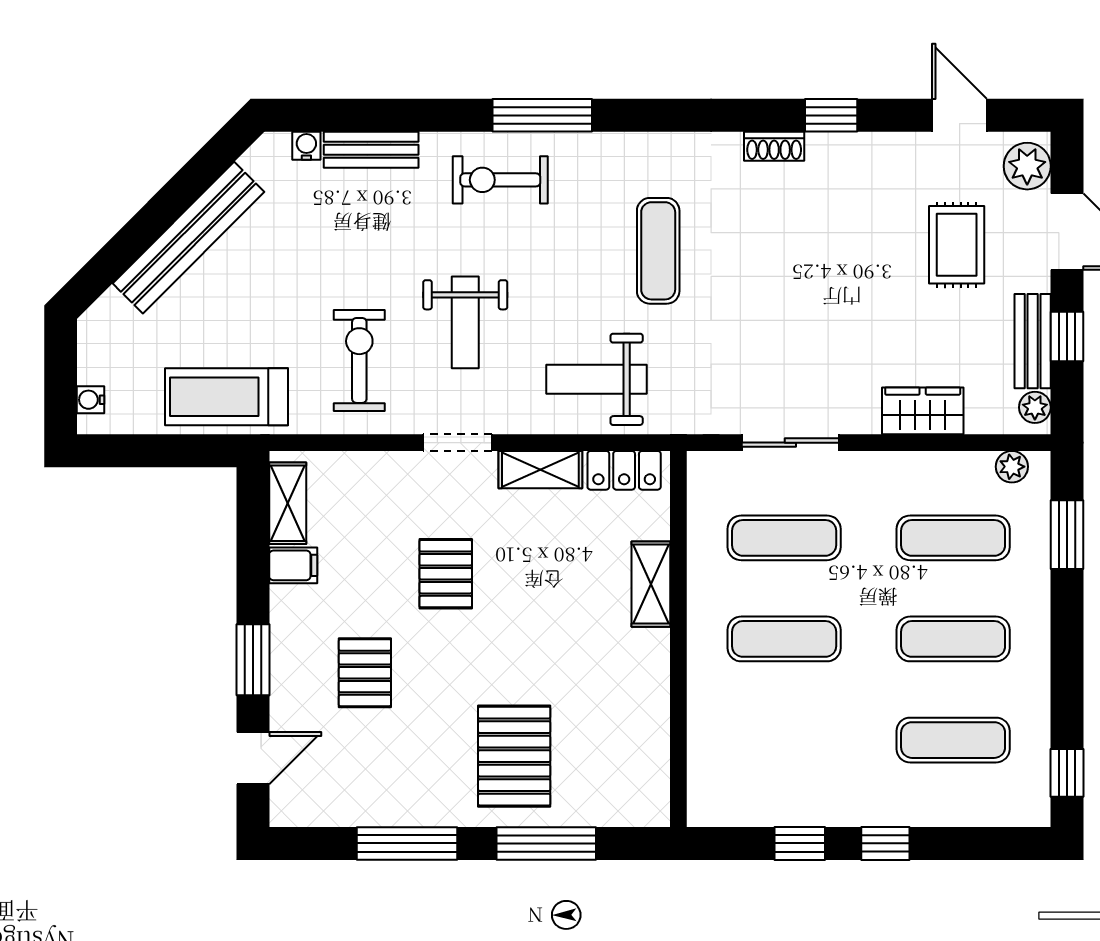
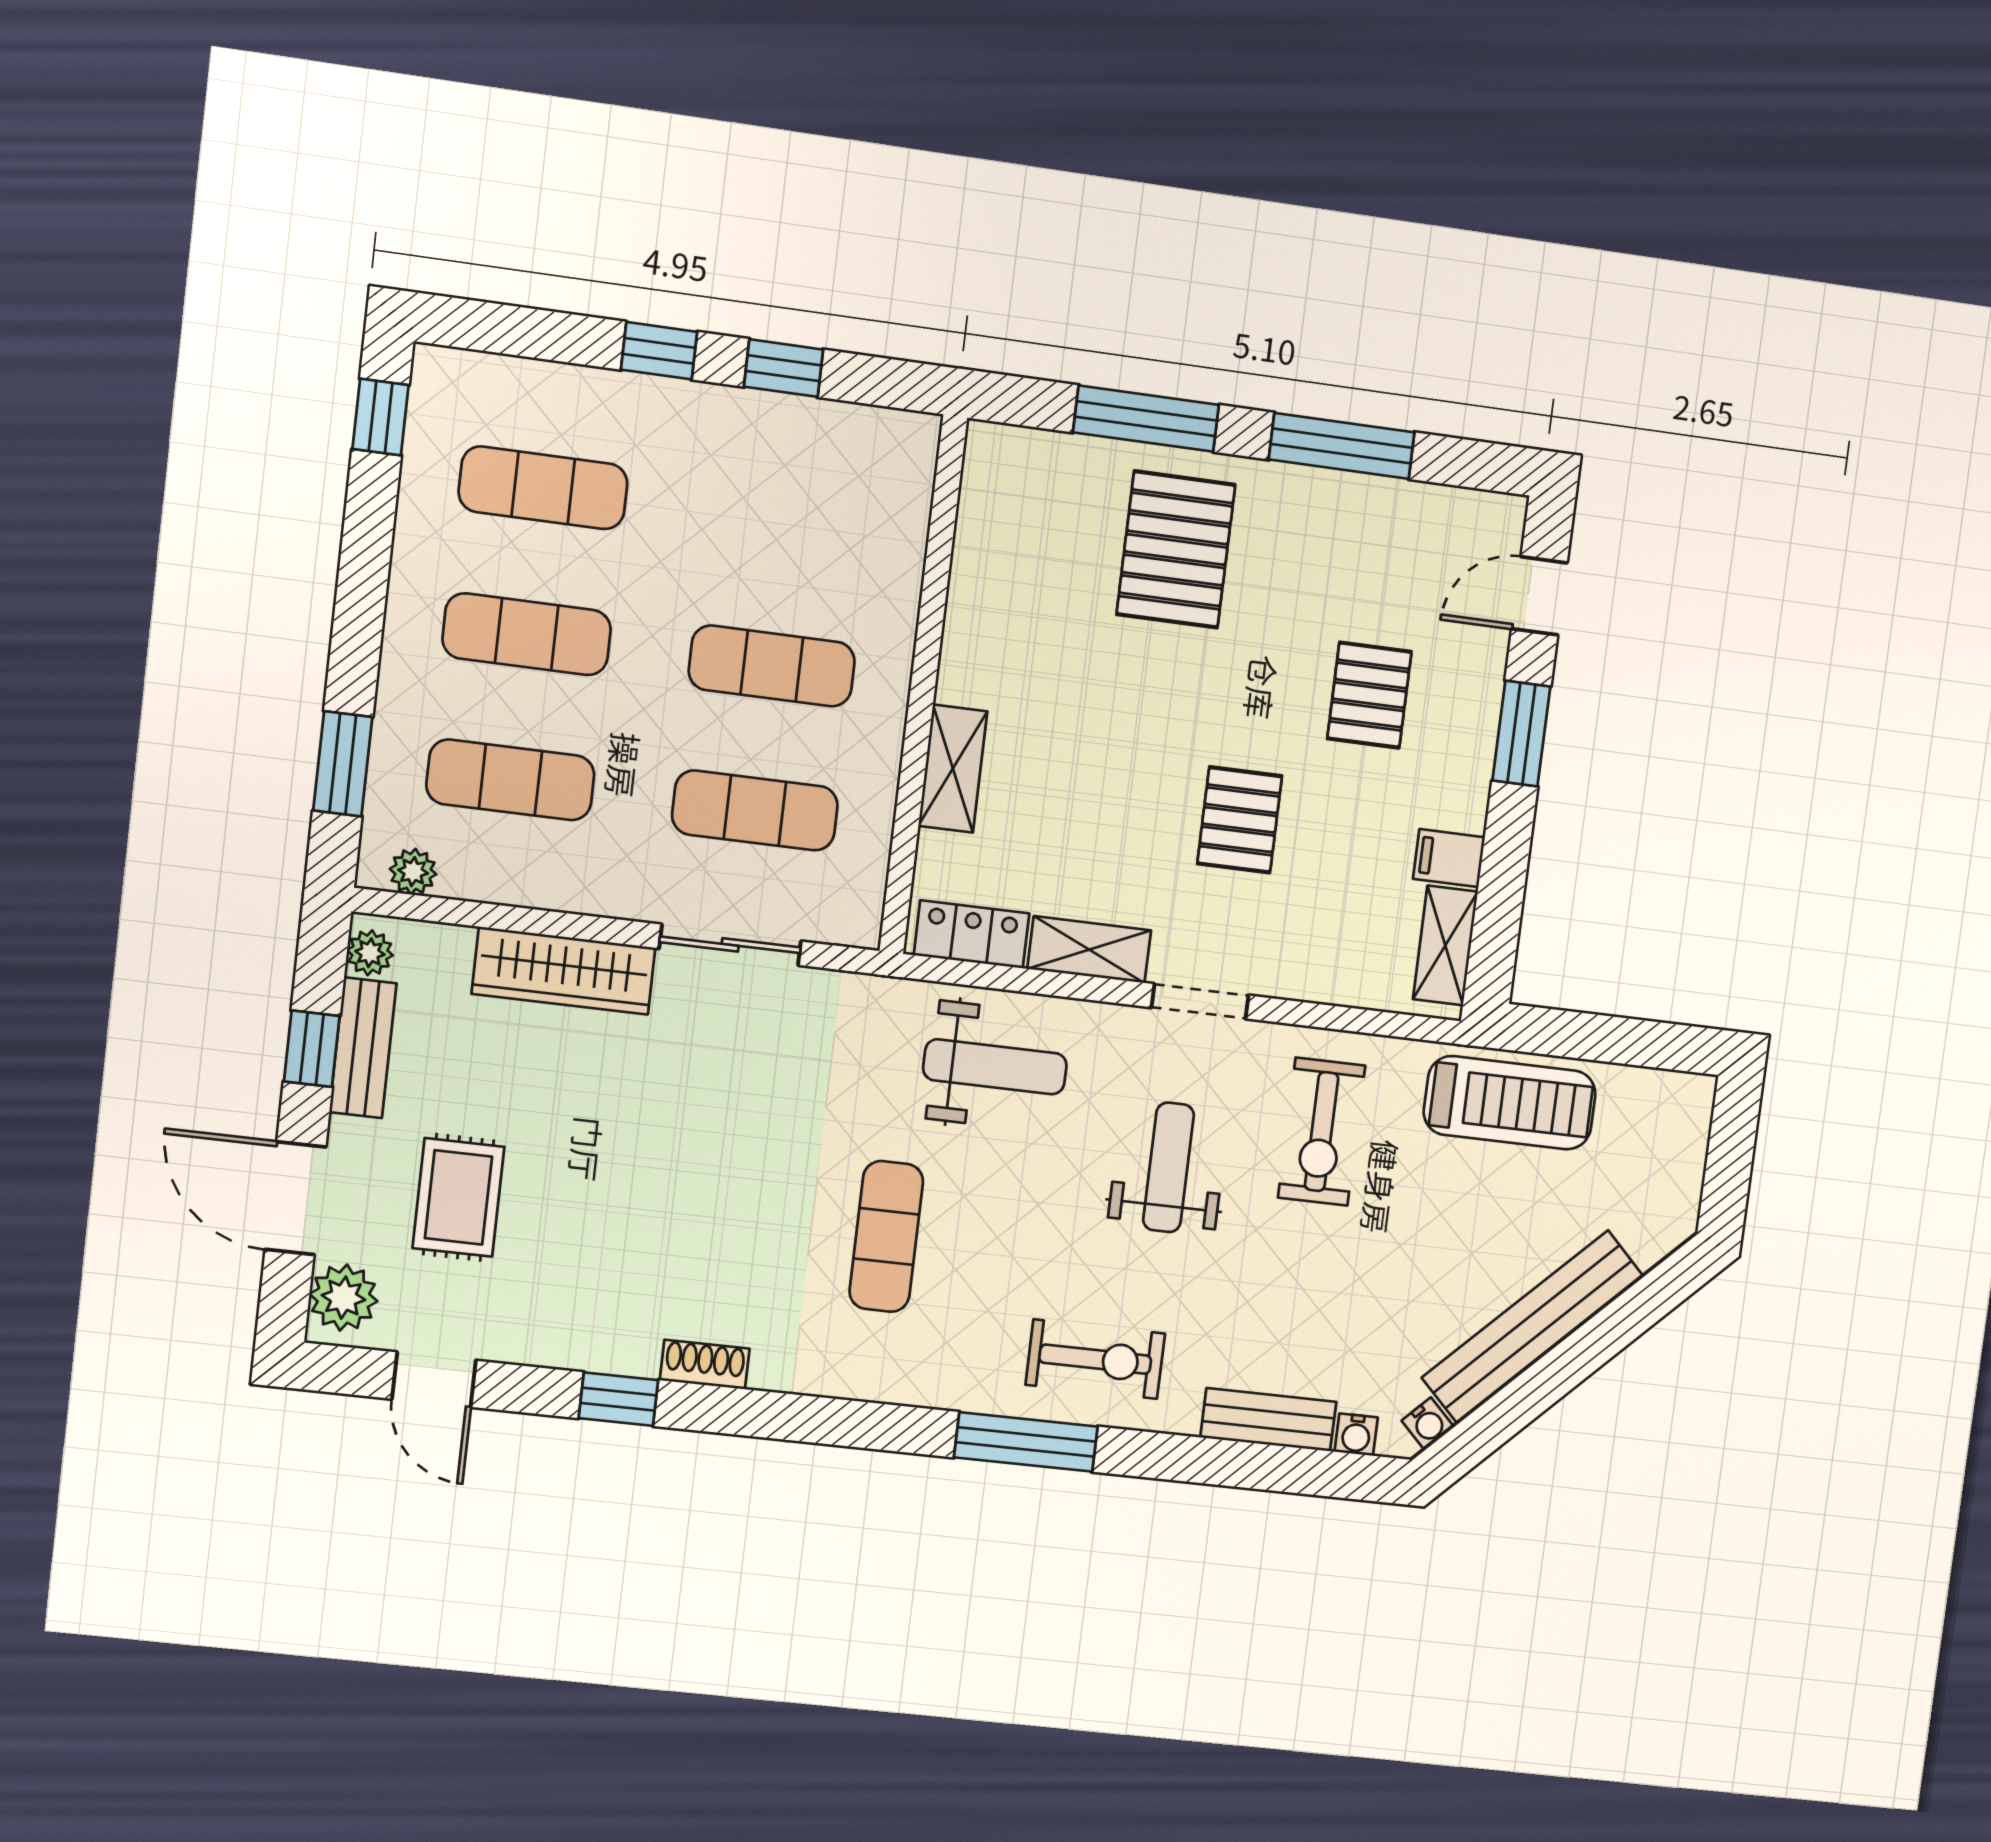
water cooler: (91, 400) -> (1428, 1423), moved, turned 45
wardrobe: (923, 411) -> (564, 971), width x1.50

